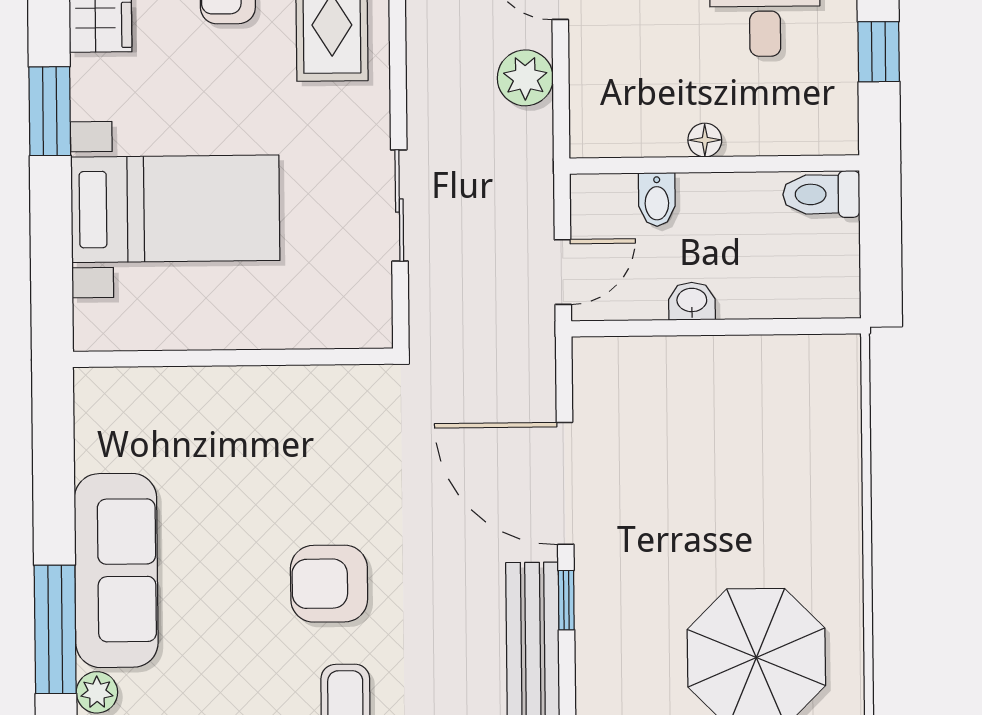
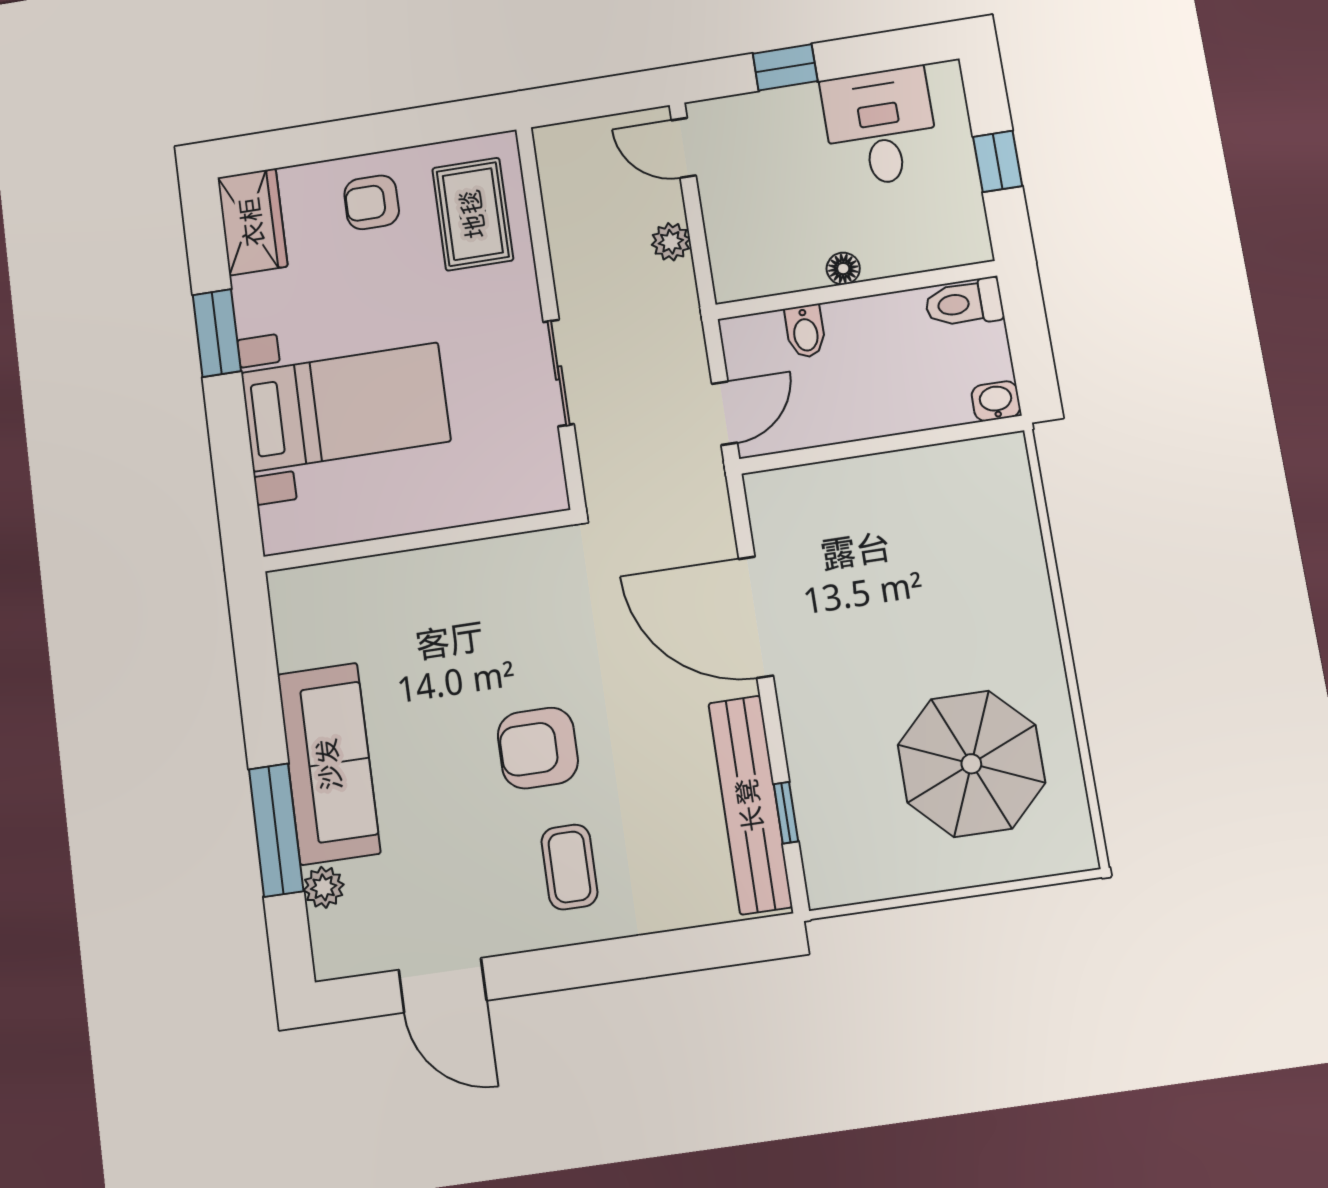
plant: (525, 78) -> (671, 242), width x0.73, depth x0.73
washbasin: (692, 301) -> (996, 401), moved
window: (566, 600) -> (786, 813), moved

